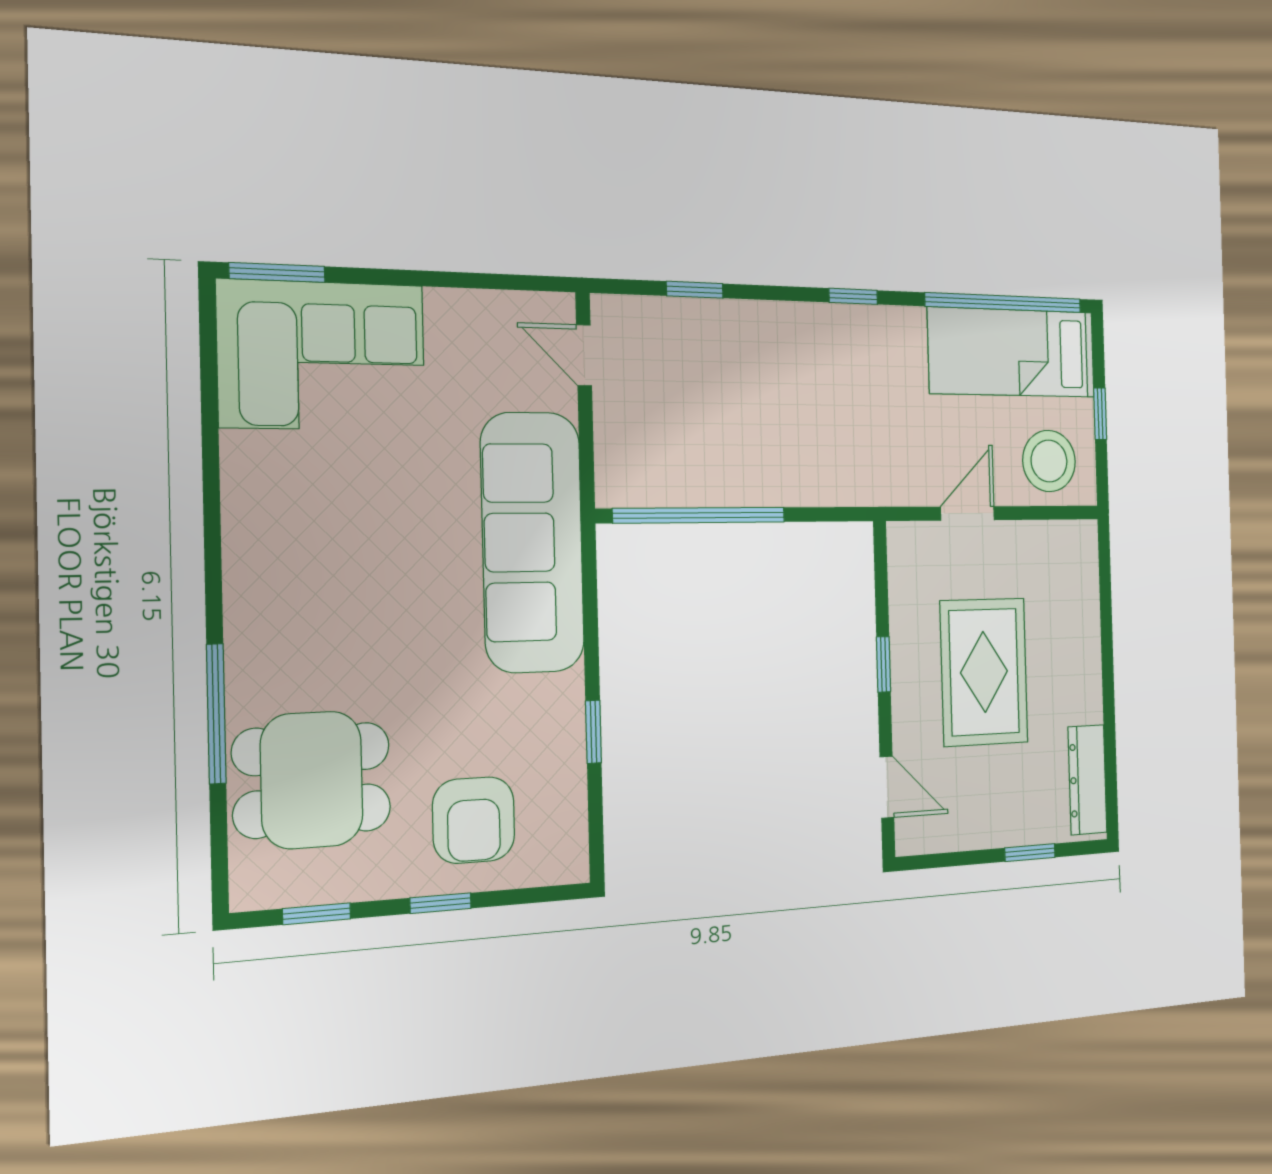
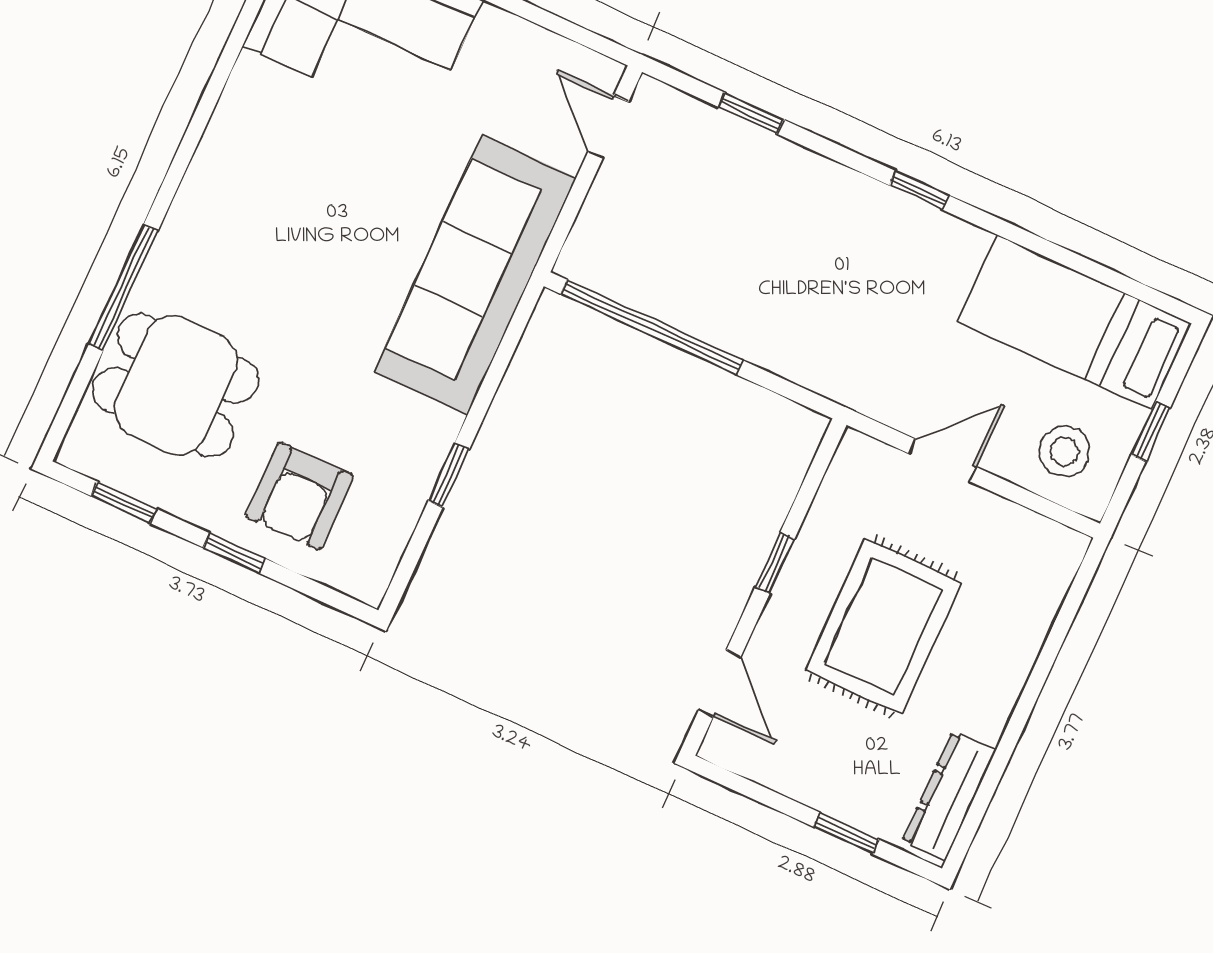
window: (1004, 303) -> (1090, 268), removed
stool: (1049, 461) -> (1064, 452), width x0.73, depth x0.73

